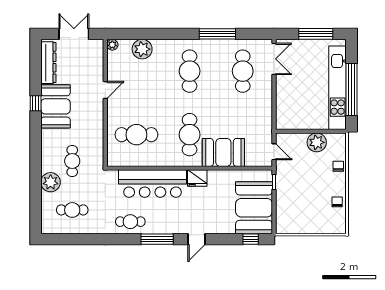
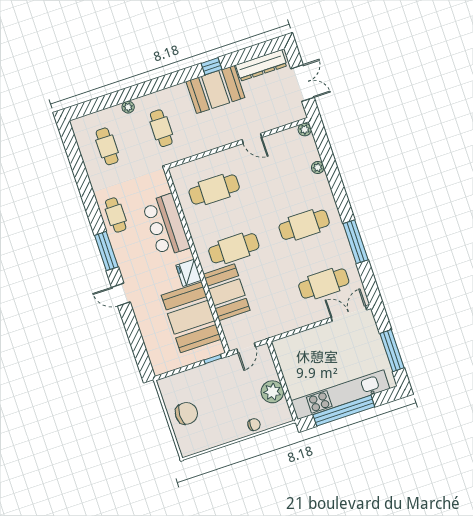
plant: (142, 49) -> (318, 168), width x0.53, depth x0.53
double door: (274, 59) -> (349, 314), swing flipped
cafe table: (136, 135) -> (214, 190), turned 90
cafe table: (72, 161) -> (161, 128), turned 90
plant: (51, 182) -> (128, 107), width x0.53, depth x0.53
bar counter: (153, 184) -> (166, 225), width x0.73
chair: (337, 202) -> (186, 413), moved, width x1.87, depth x1.87
booth: (254, 208) -> (191, 317), moved, turned 90
window: (251, 239) -> (141, 355), removed

